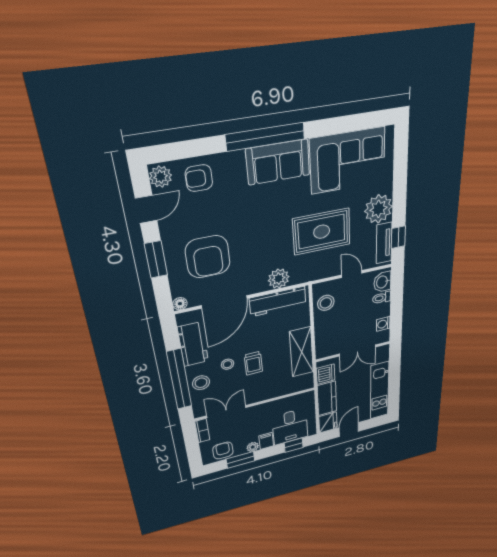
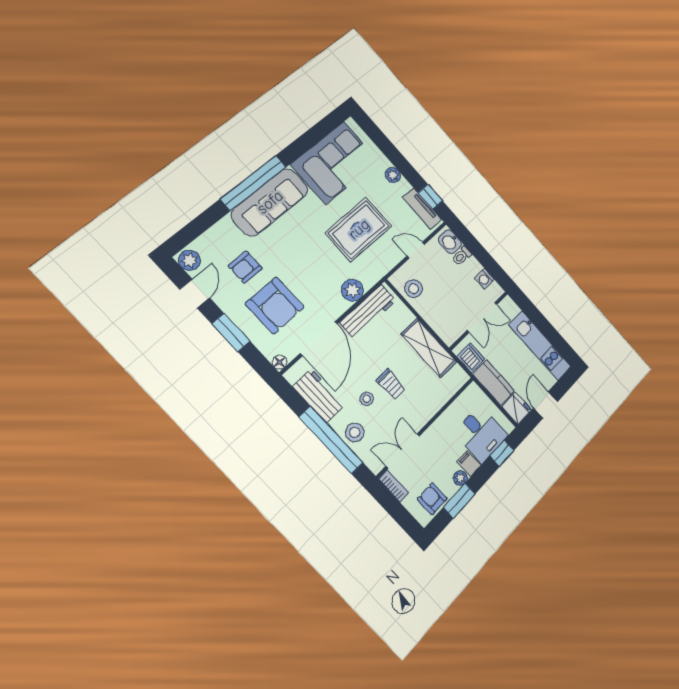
sofa: (278, 162) -> (270, 202), width x1.36
armchair: (199, 178) -> (245, 267), moved
plant: (378, 209) -> (393, 175), width x0.53, depth x0.53

